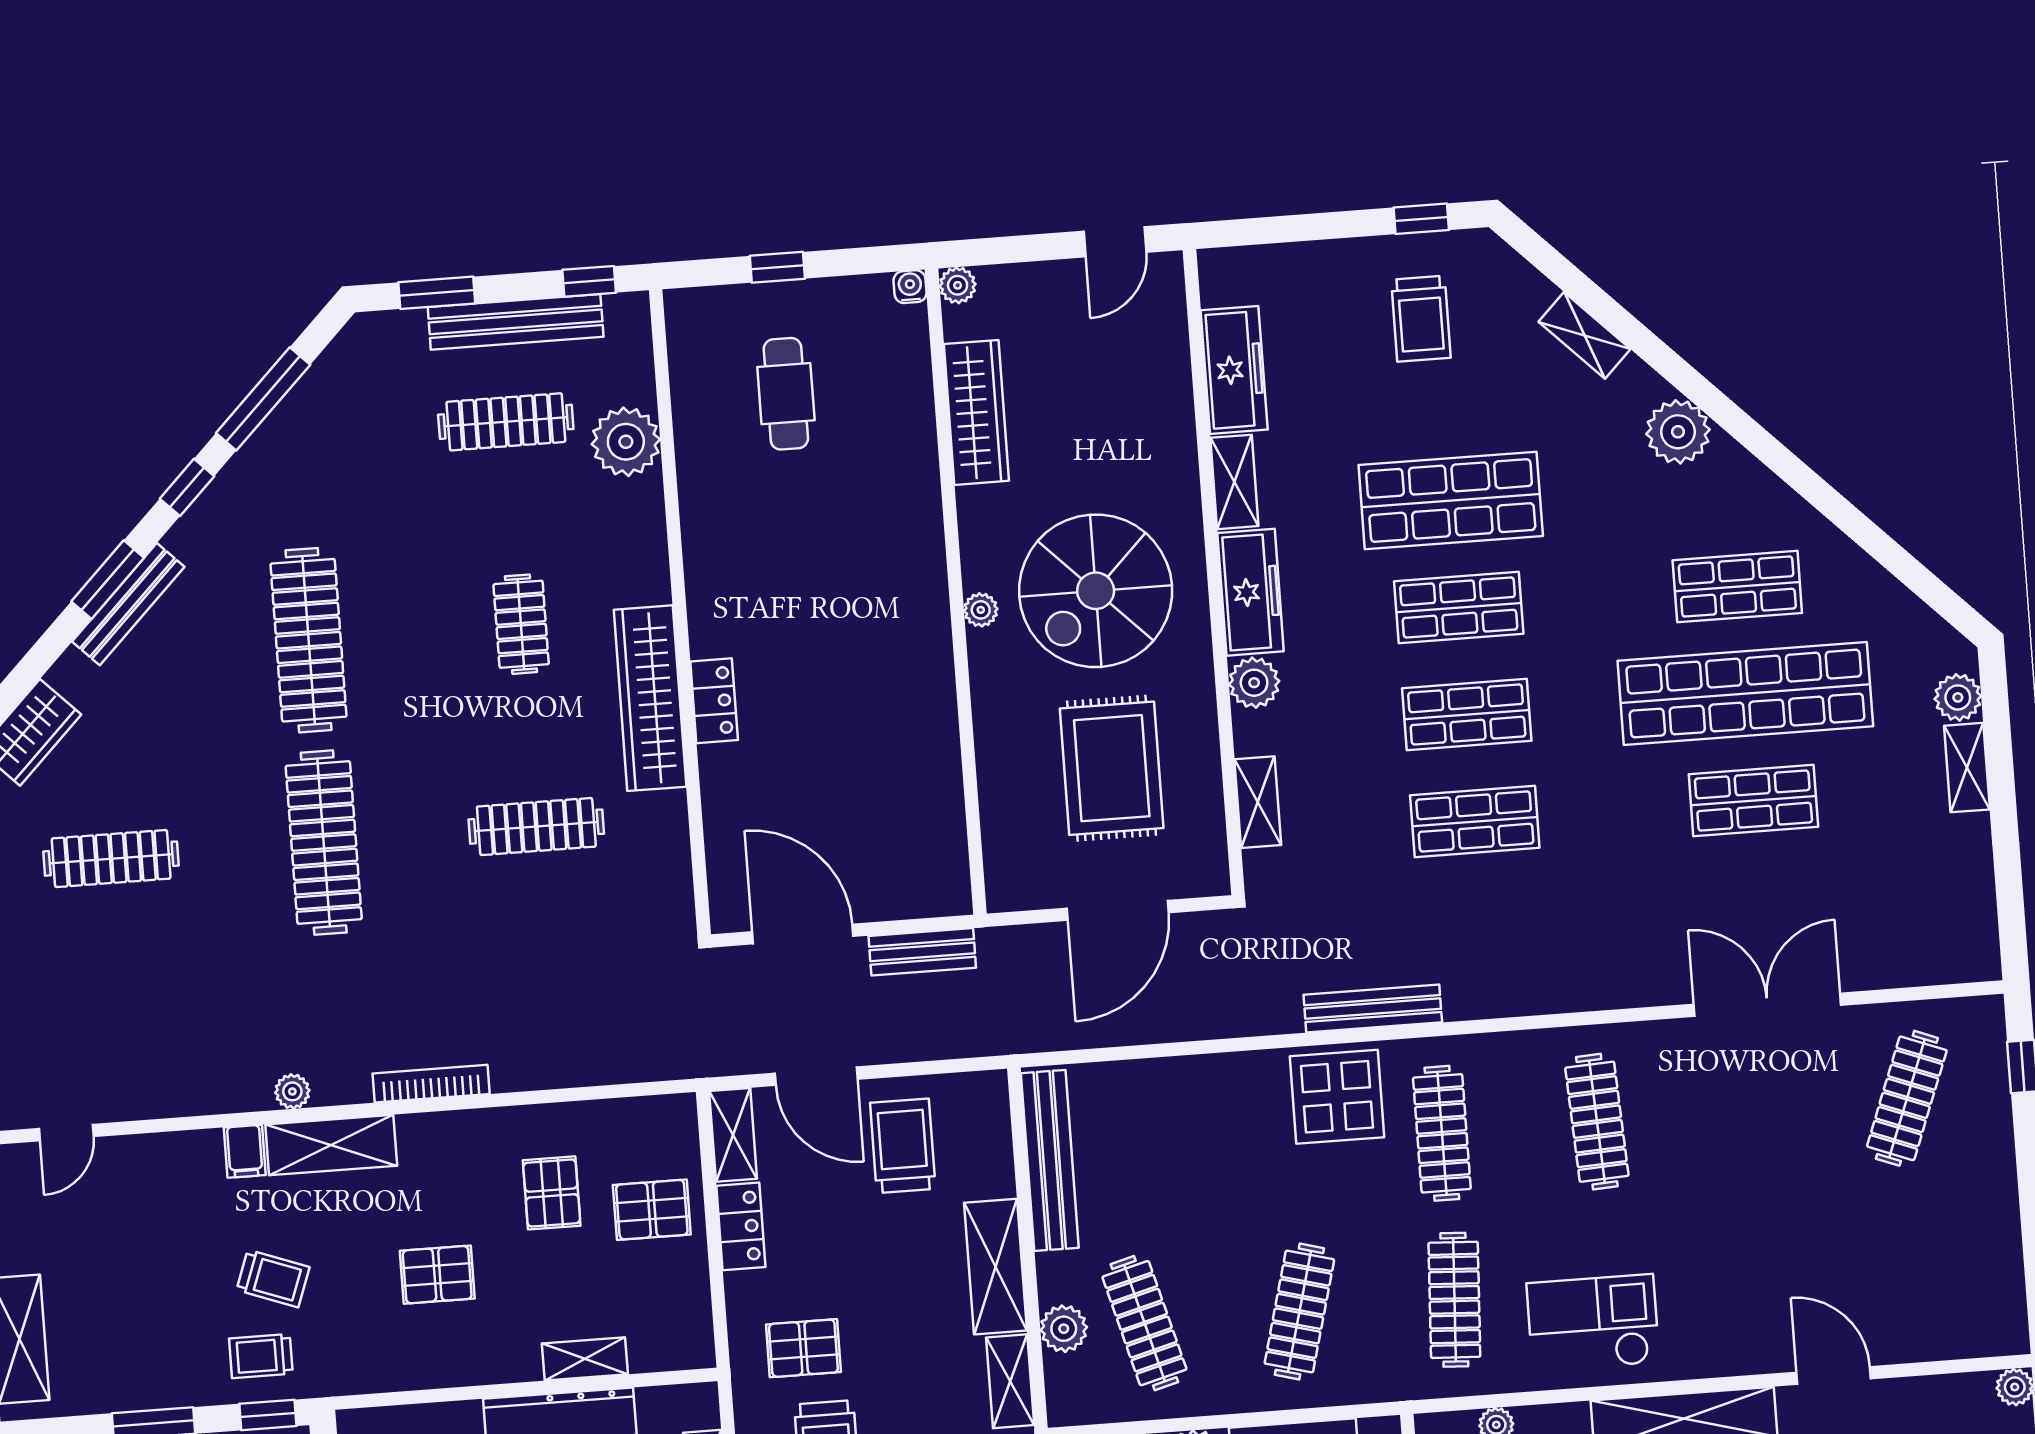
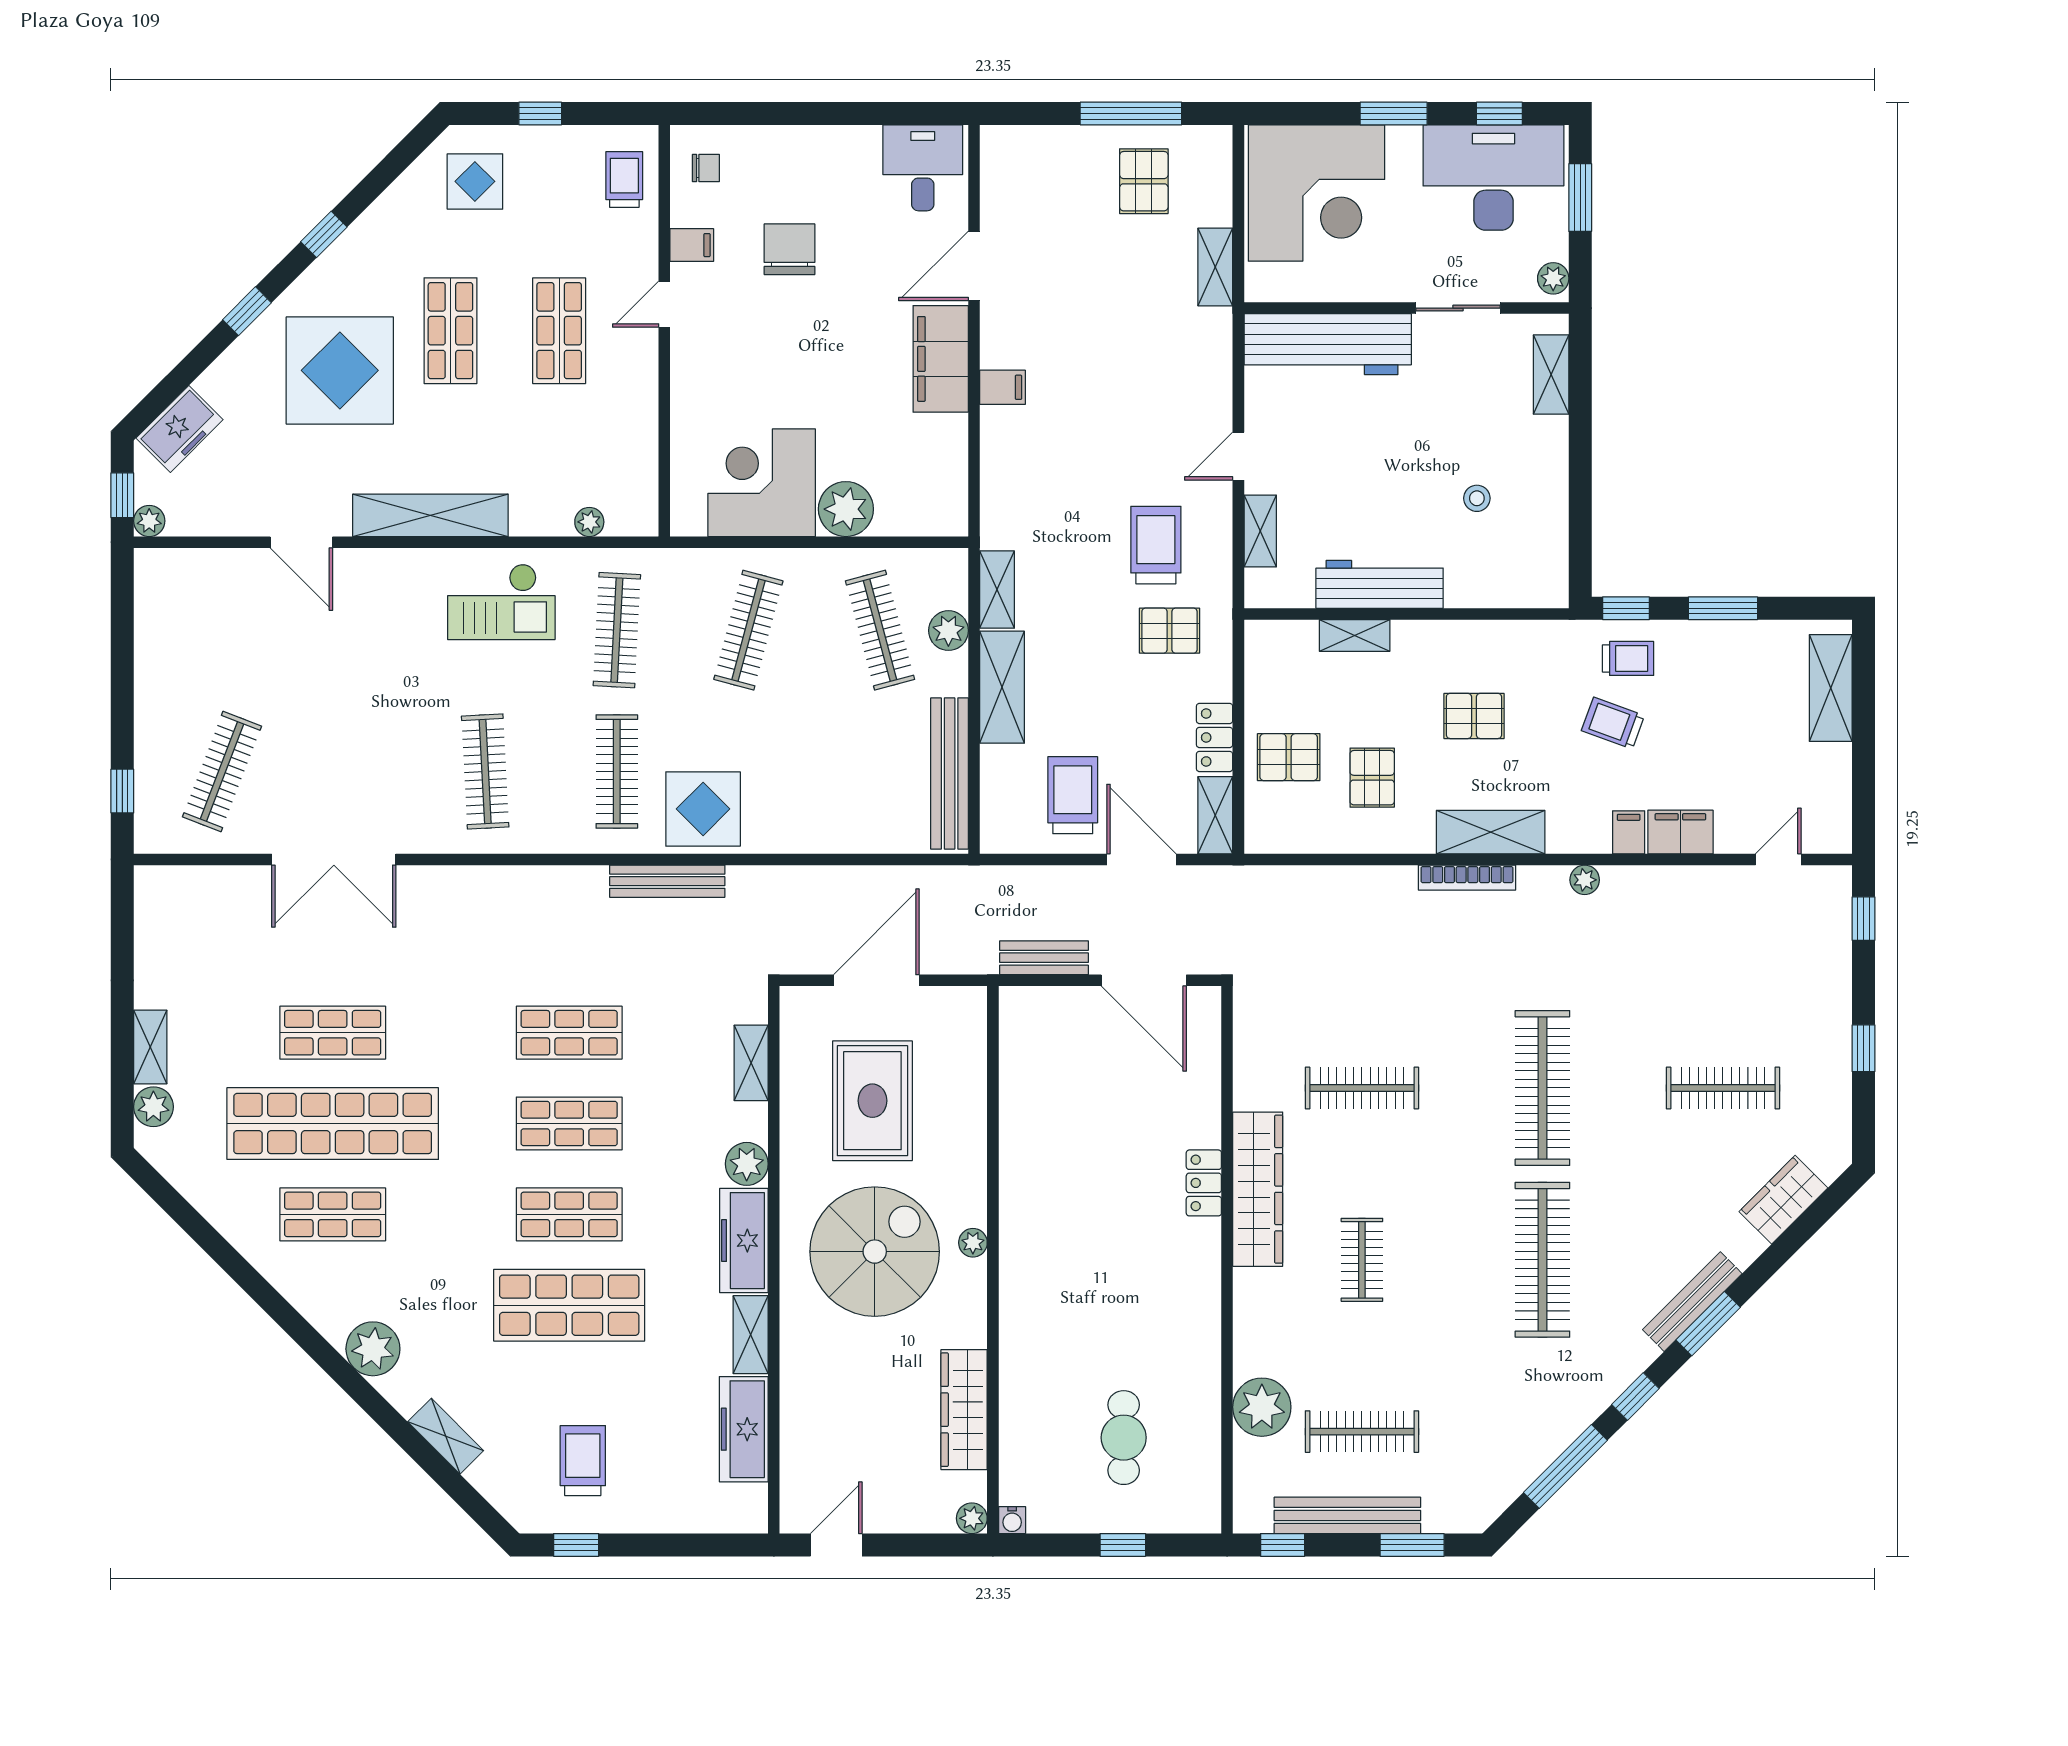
shelving: (331, 1145) -> (1491, 832), moved
trolley: (903, 1146) -> (1073, 795), turned 180
filing cabinet: (184, 1156) -> (1680, 832), added

